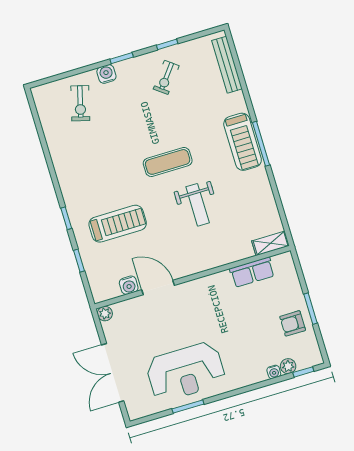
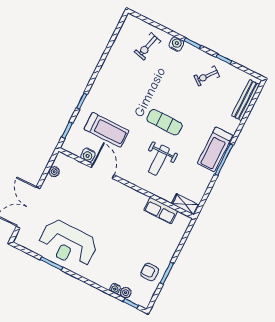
shelving: (270, 243) -> (185, 204), moved
row of seats: (252, 272) -> (161, 211), moved
wall: (193, 277) -> (126, 183), moved
water cooler: (129, 285) -> (88, 155), moved
door: (158, 288) -> (103, 171), moved

